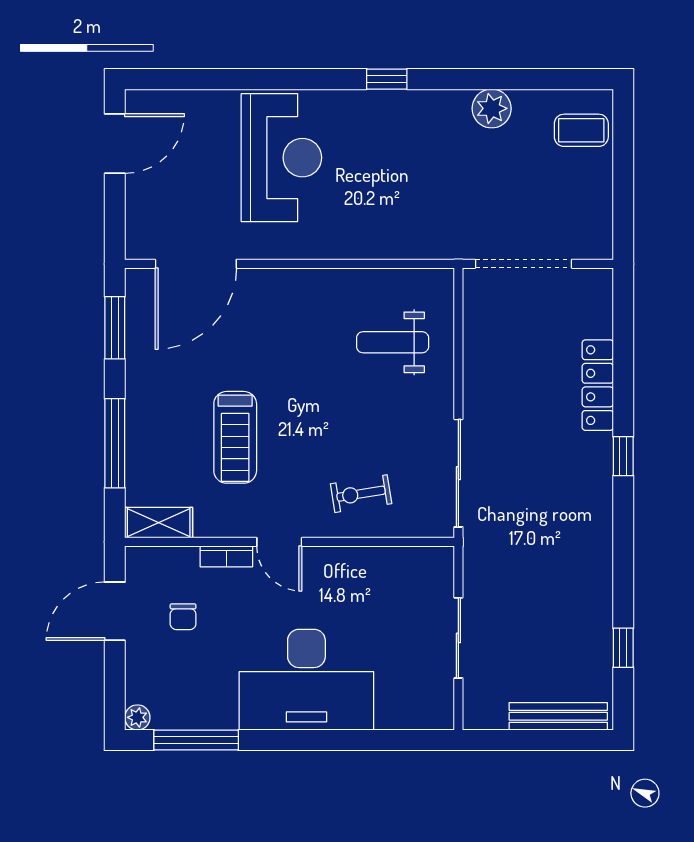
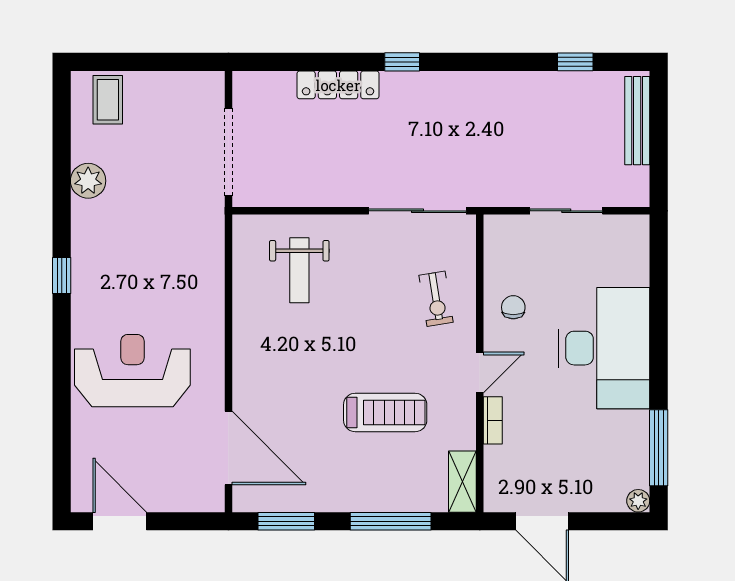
chair: (183, 617) -> (513, 307), moved, turned -90

